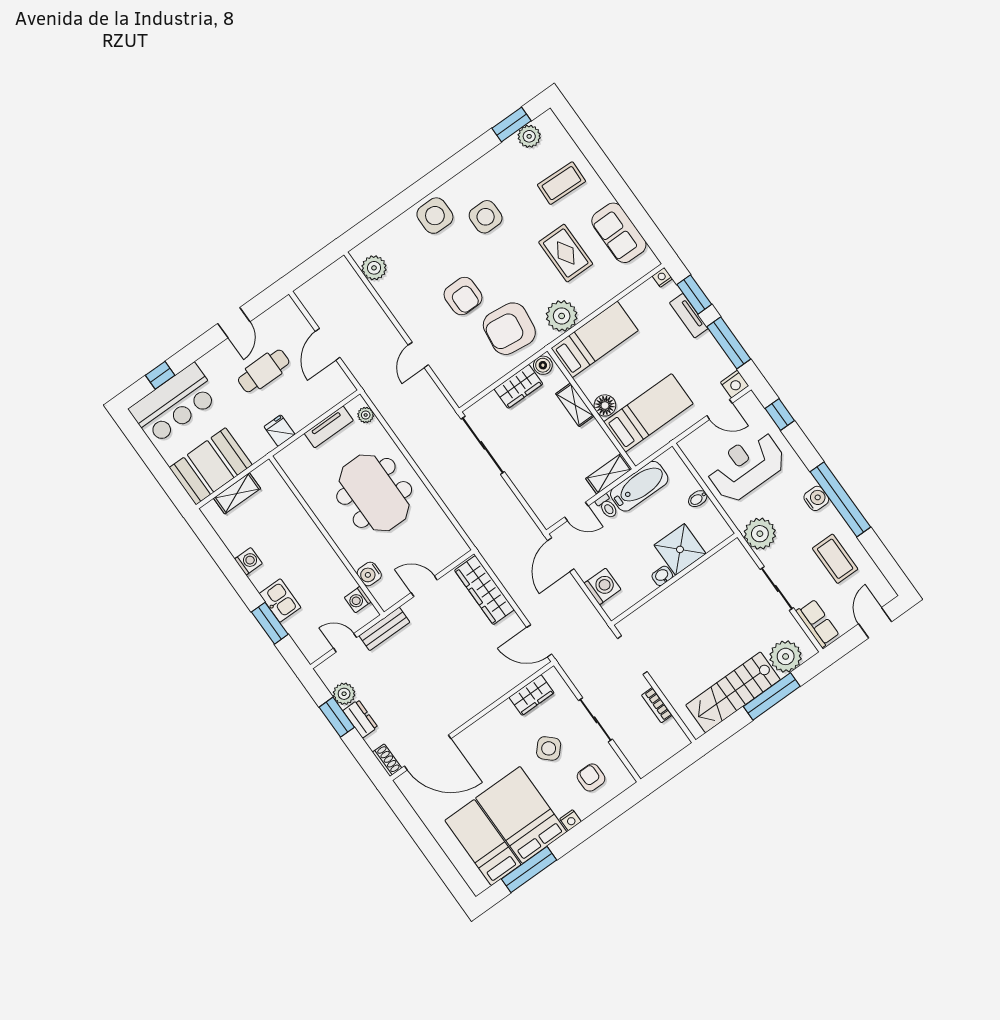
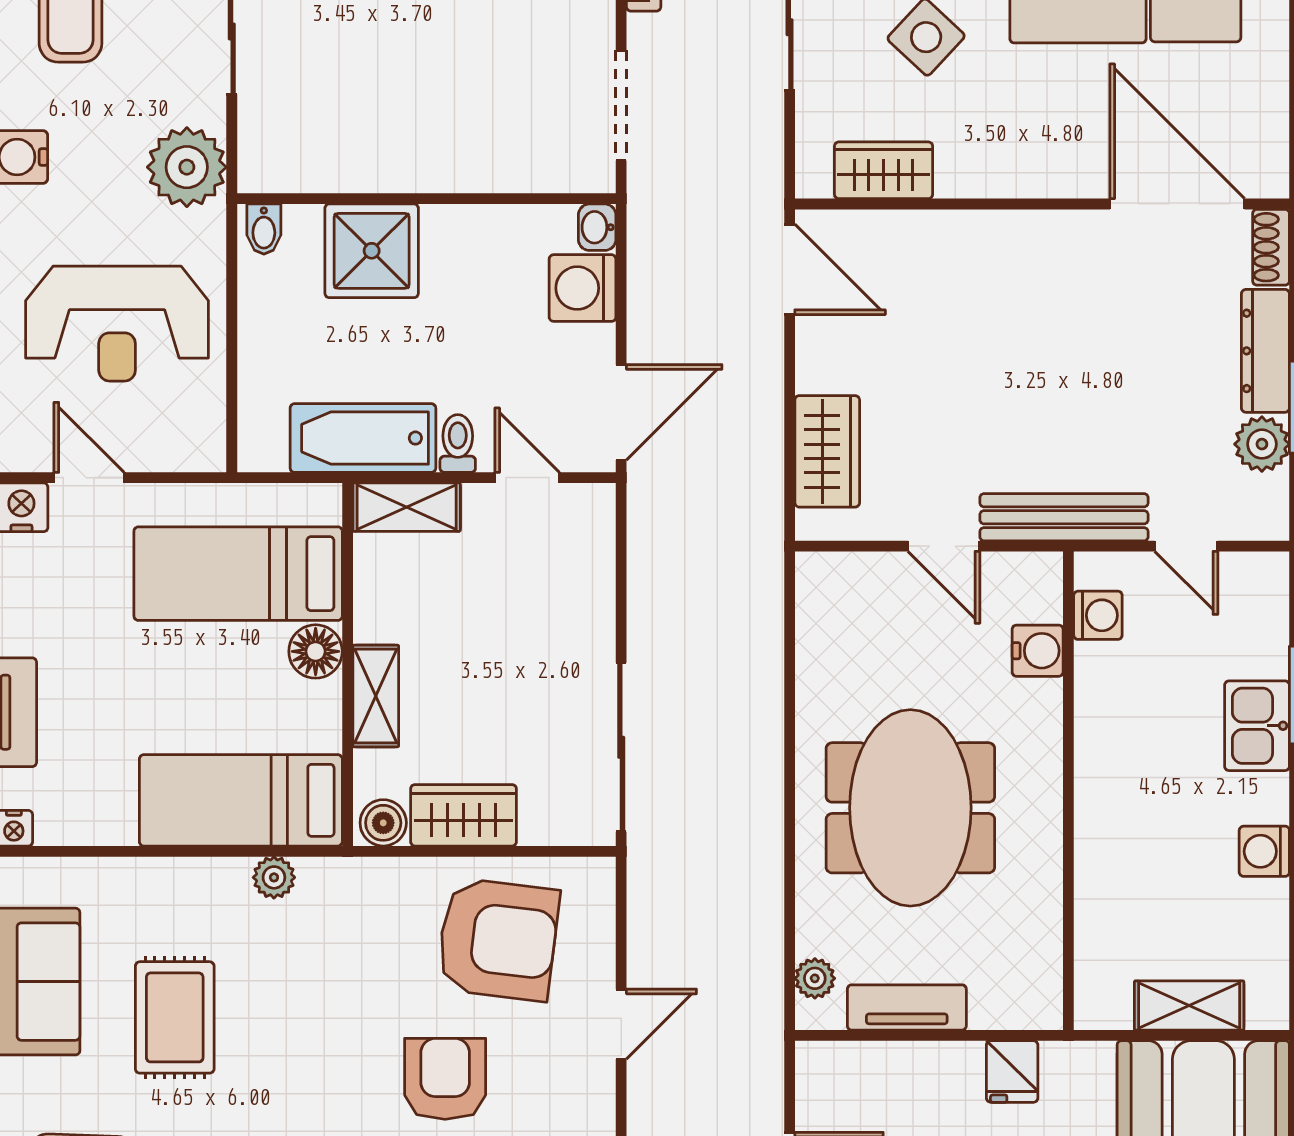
plant: (562, 316) -> (274, 877), width x0.53, depth x0.53
armchair: (509, 329) -> (498, 939), moved
bidet: (698, 499) -> (264, 229), moved, turned 90
washbasin: (662, 576) -> (597, 227), moved, turned 90
wardrobe: (484, 590) -> (827, 451), width x0.67
bench: (384, 629) -> (1064, 517), width x1.36
dresser: (360, 719) -> (1265, 351), width x1.44

